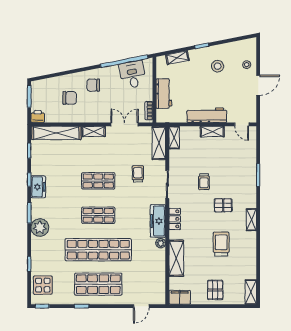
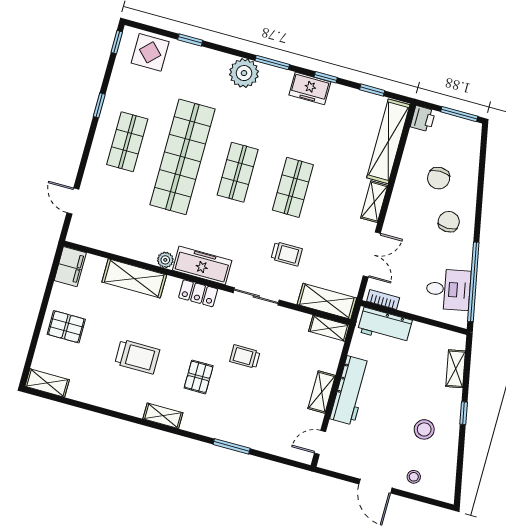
workbench: (164, 94) -> (385, 326), moved
shop shelf: (98, 284) -> (127, 142), width x0.70, depth x0.74

